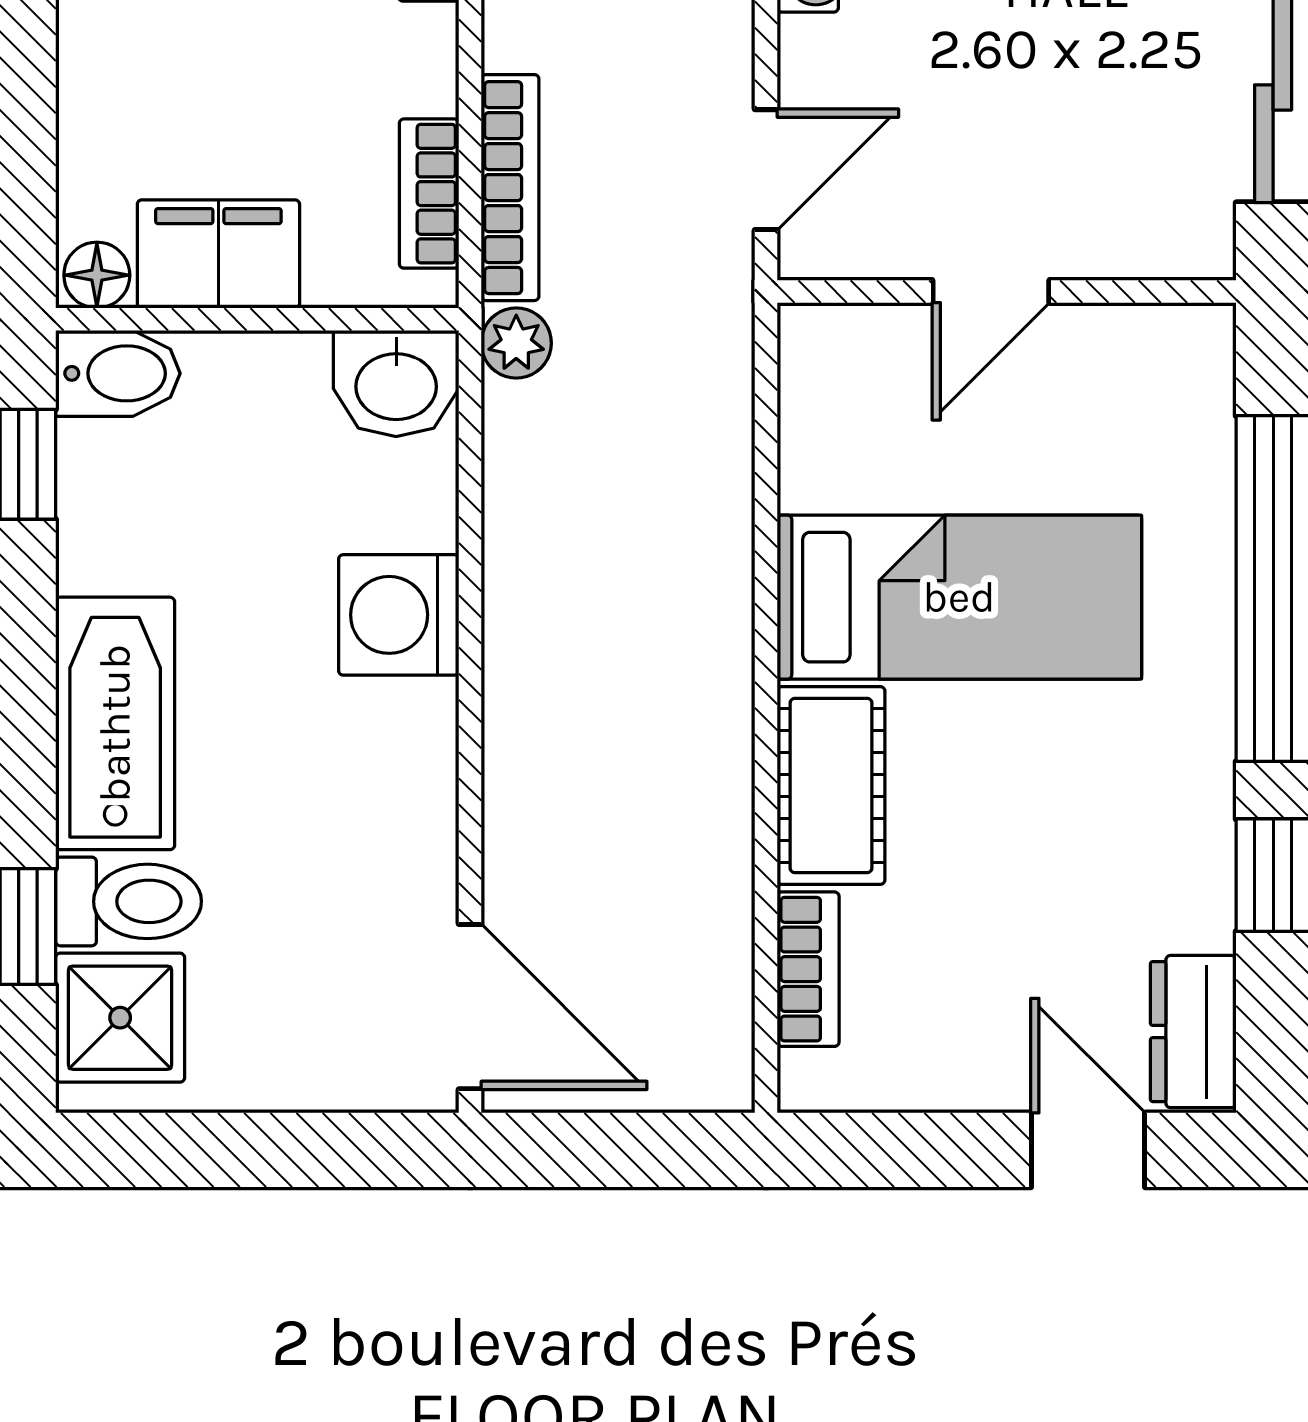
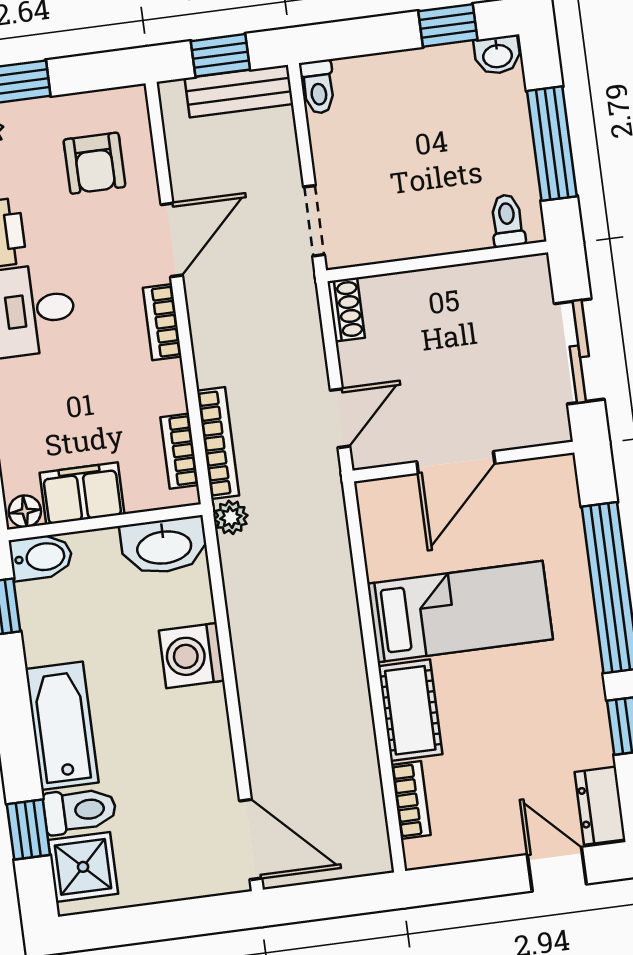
door: (991, 291) -> (456, 463), width x1.38
washbasin: (396, 383) -> (164, 546), width x1.38

